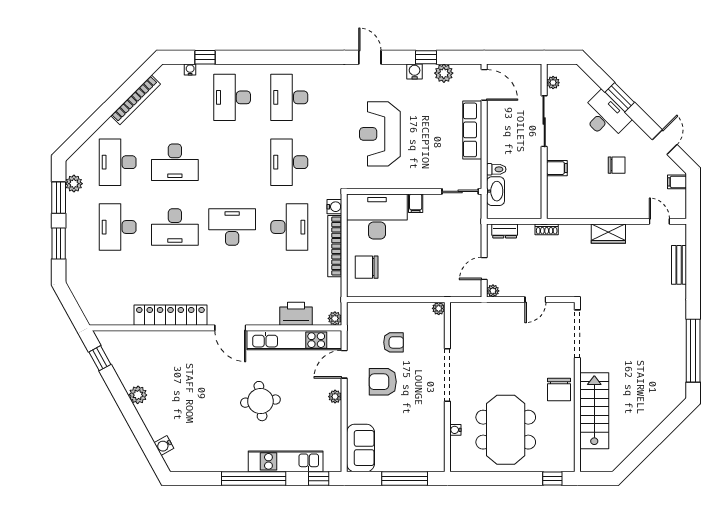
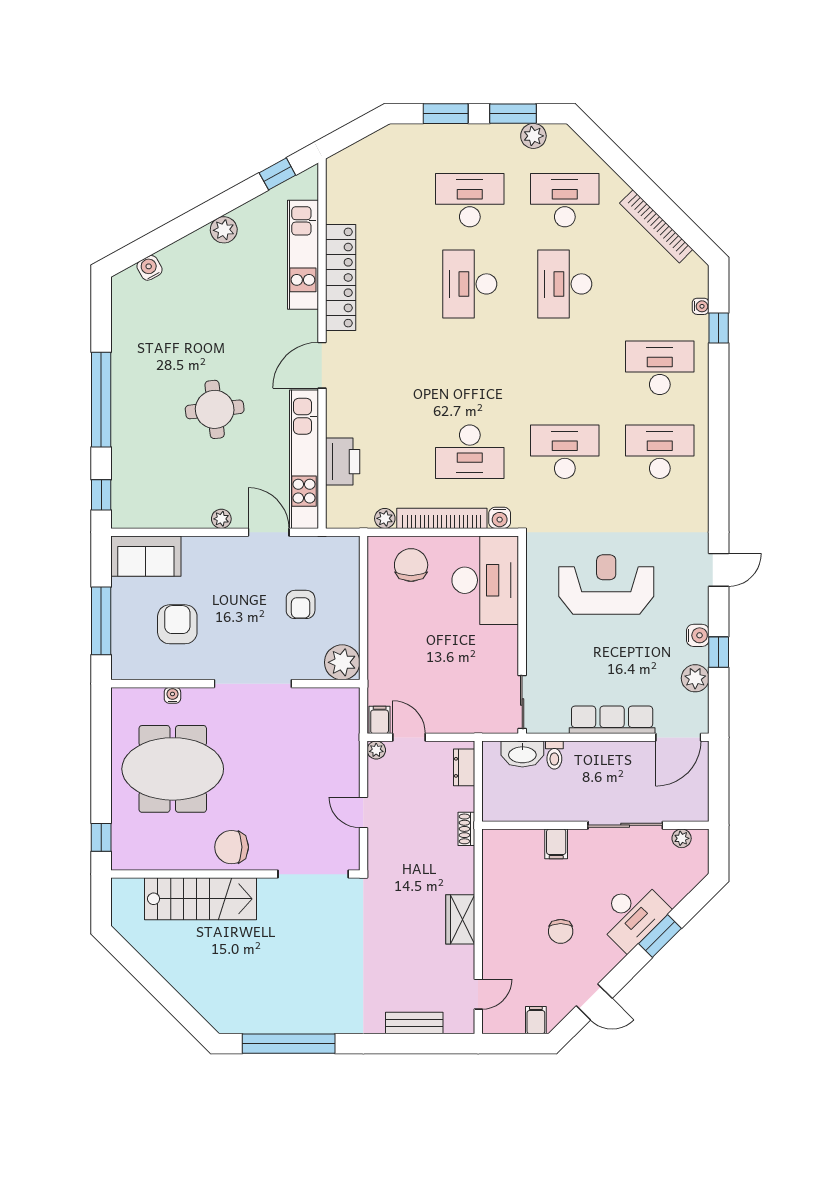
filing cabinet: (416, 203) -> (380, 720), moved, turned 90
desk: (232, 227) -> (470, 368), removed
plant: (439, 308) -> (342, 662), width x1.88, depth x1.88
plant: (335, 318) -> (385, 518), moved
armchair: (383, 382) -> (177, 624), moved
kitchen unit: (286, 461) -> (303, 255), moved, turned 180

